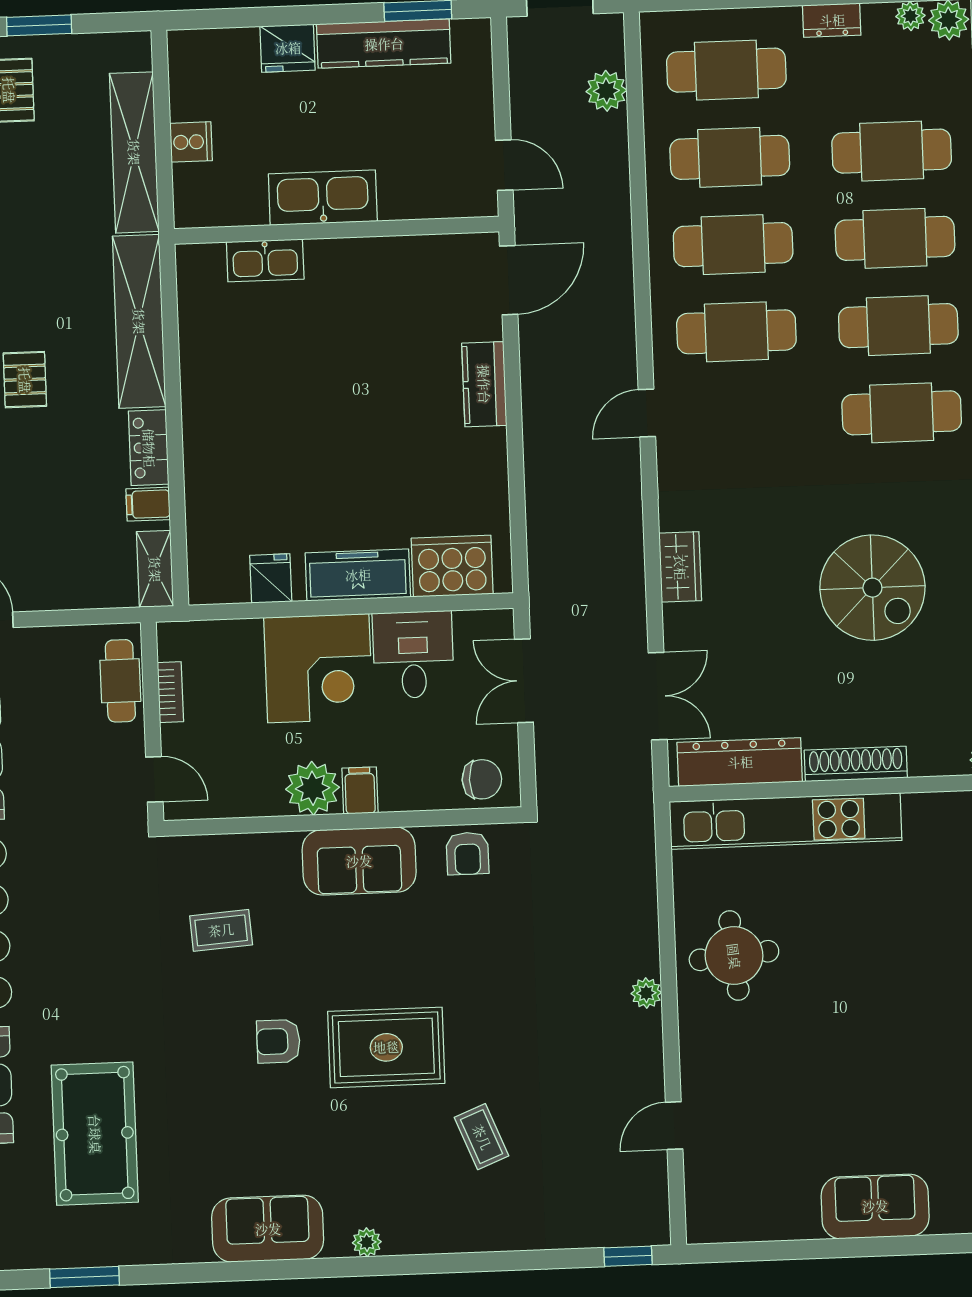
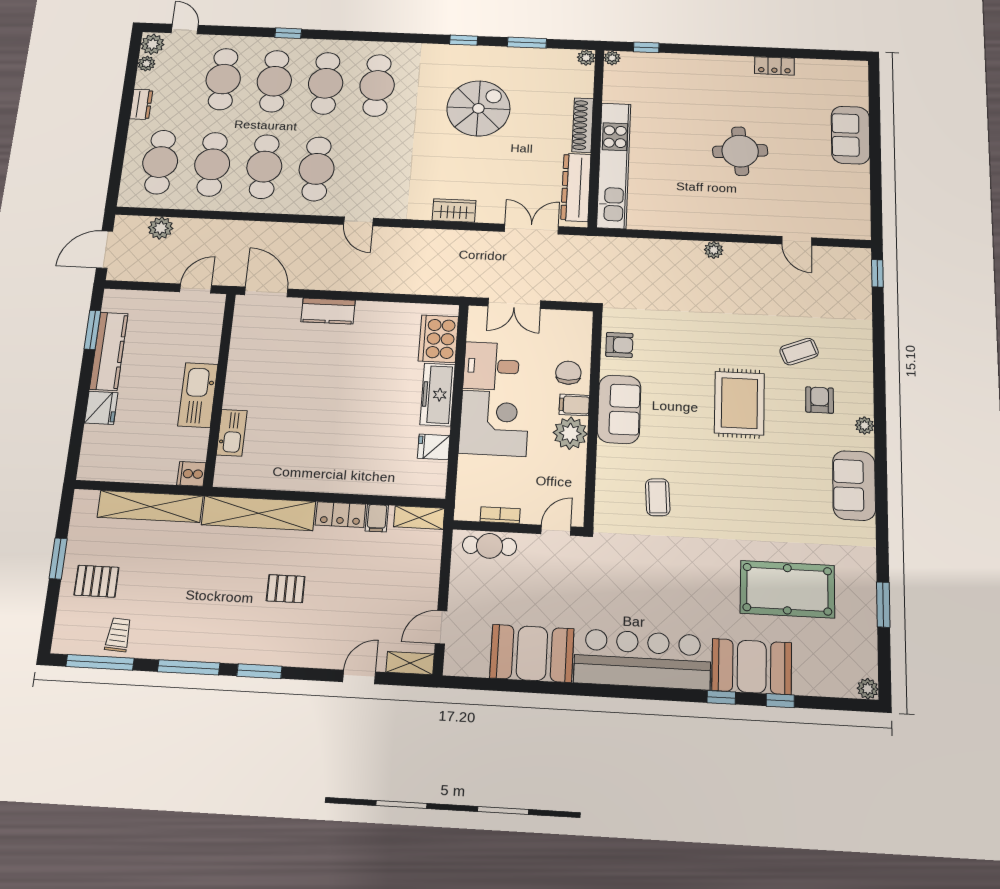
cooker: (191, 142) -> (191, 474), moved, turned -90
chair: (482, 779) -> (568, 373), moved
round table: (734, 956) -> (740, 151), moved
armchair: (278, 1041) -> (820, 400), moved, turned 180

